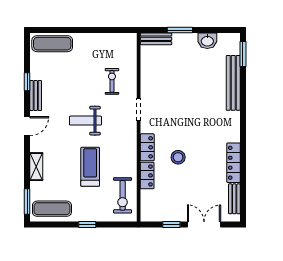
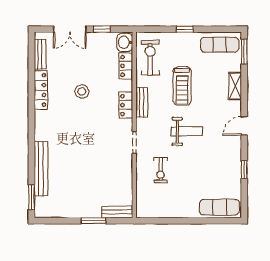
washbasin: (207, 41) -> (125, 42), moved, turned -90
bench: (36, 96) -> (142, 102), moved
stool: (178, 157) -> (82, 91), moved
locker: (147, 175) -> (126, 66), moved

